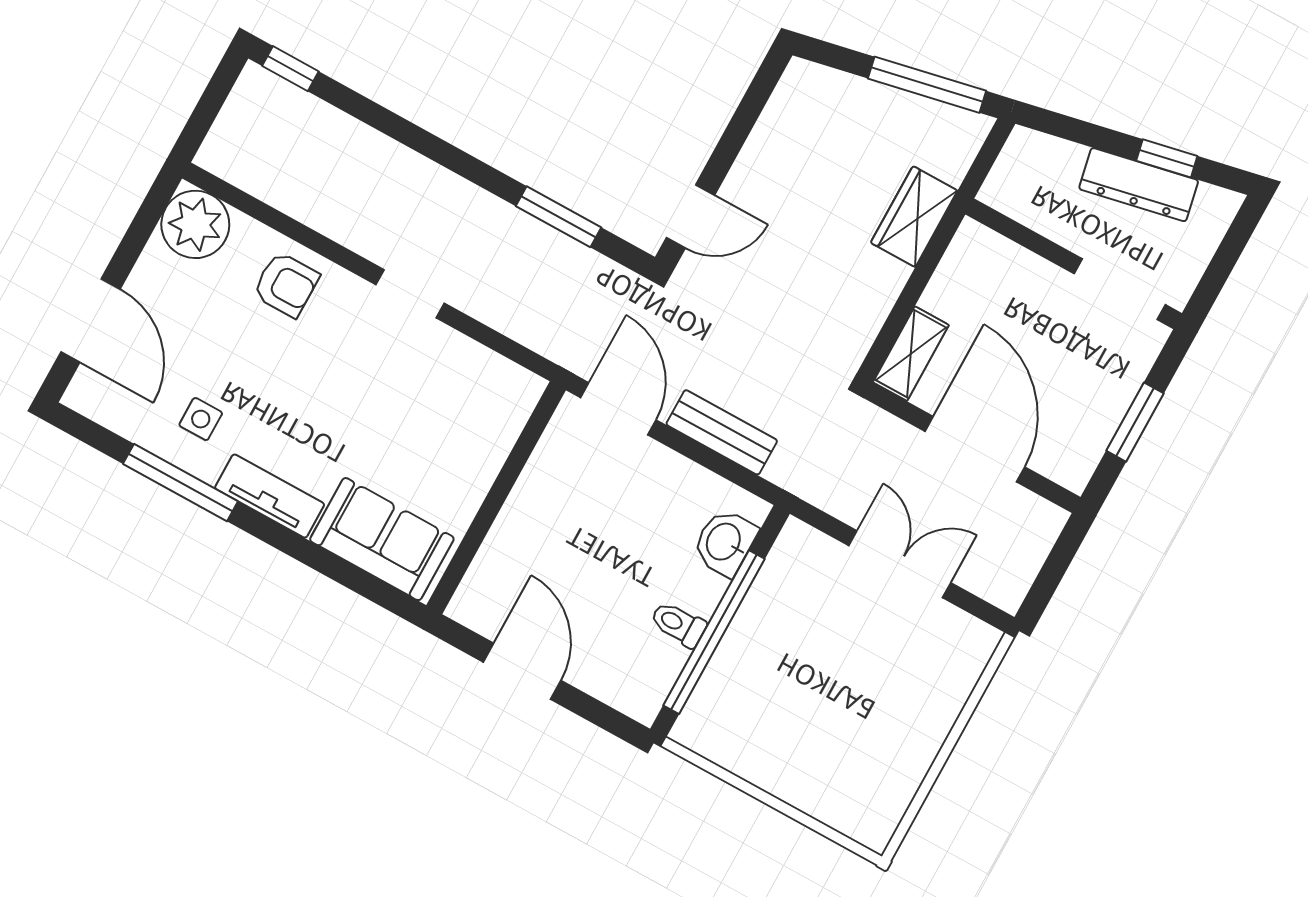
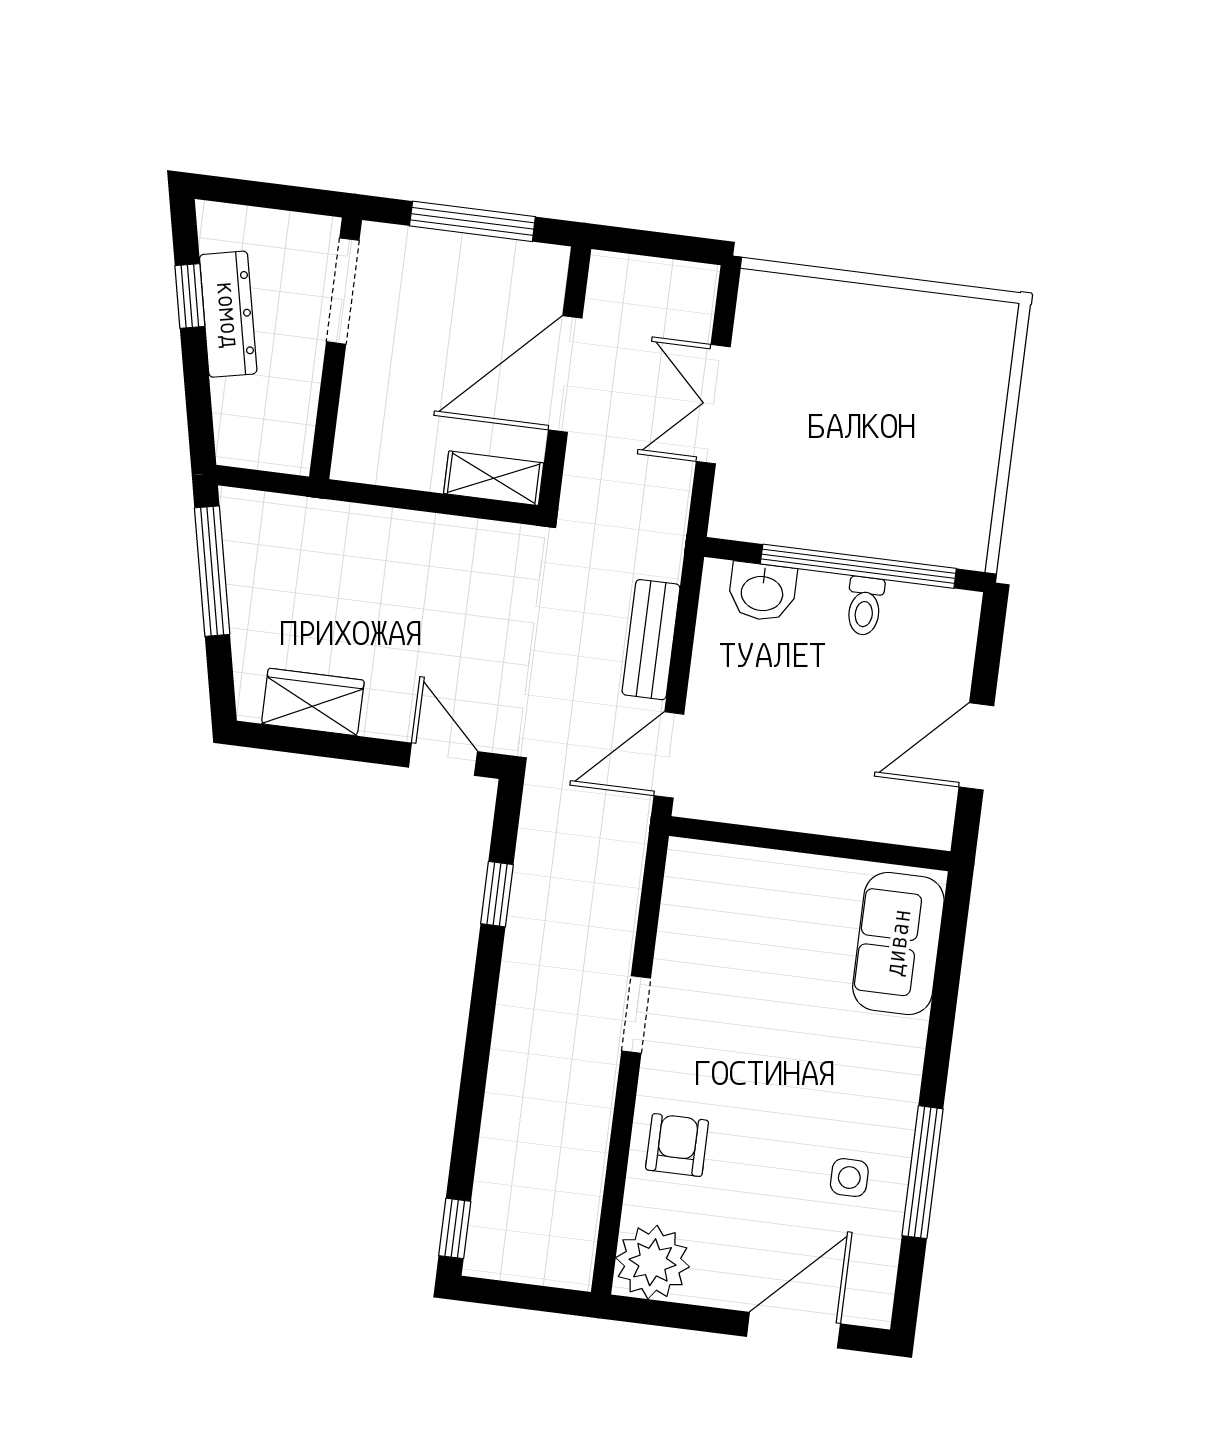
window: (558, 217) -> (497, 894), width x0.67
wardrobe: (914, 217) -> (313, 702), moved, turned 180
window: (1135, 422) -> (472, 221), width x1.44
tv unit: (270, 496) -> (900, 1076), removed

